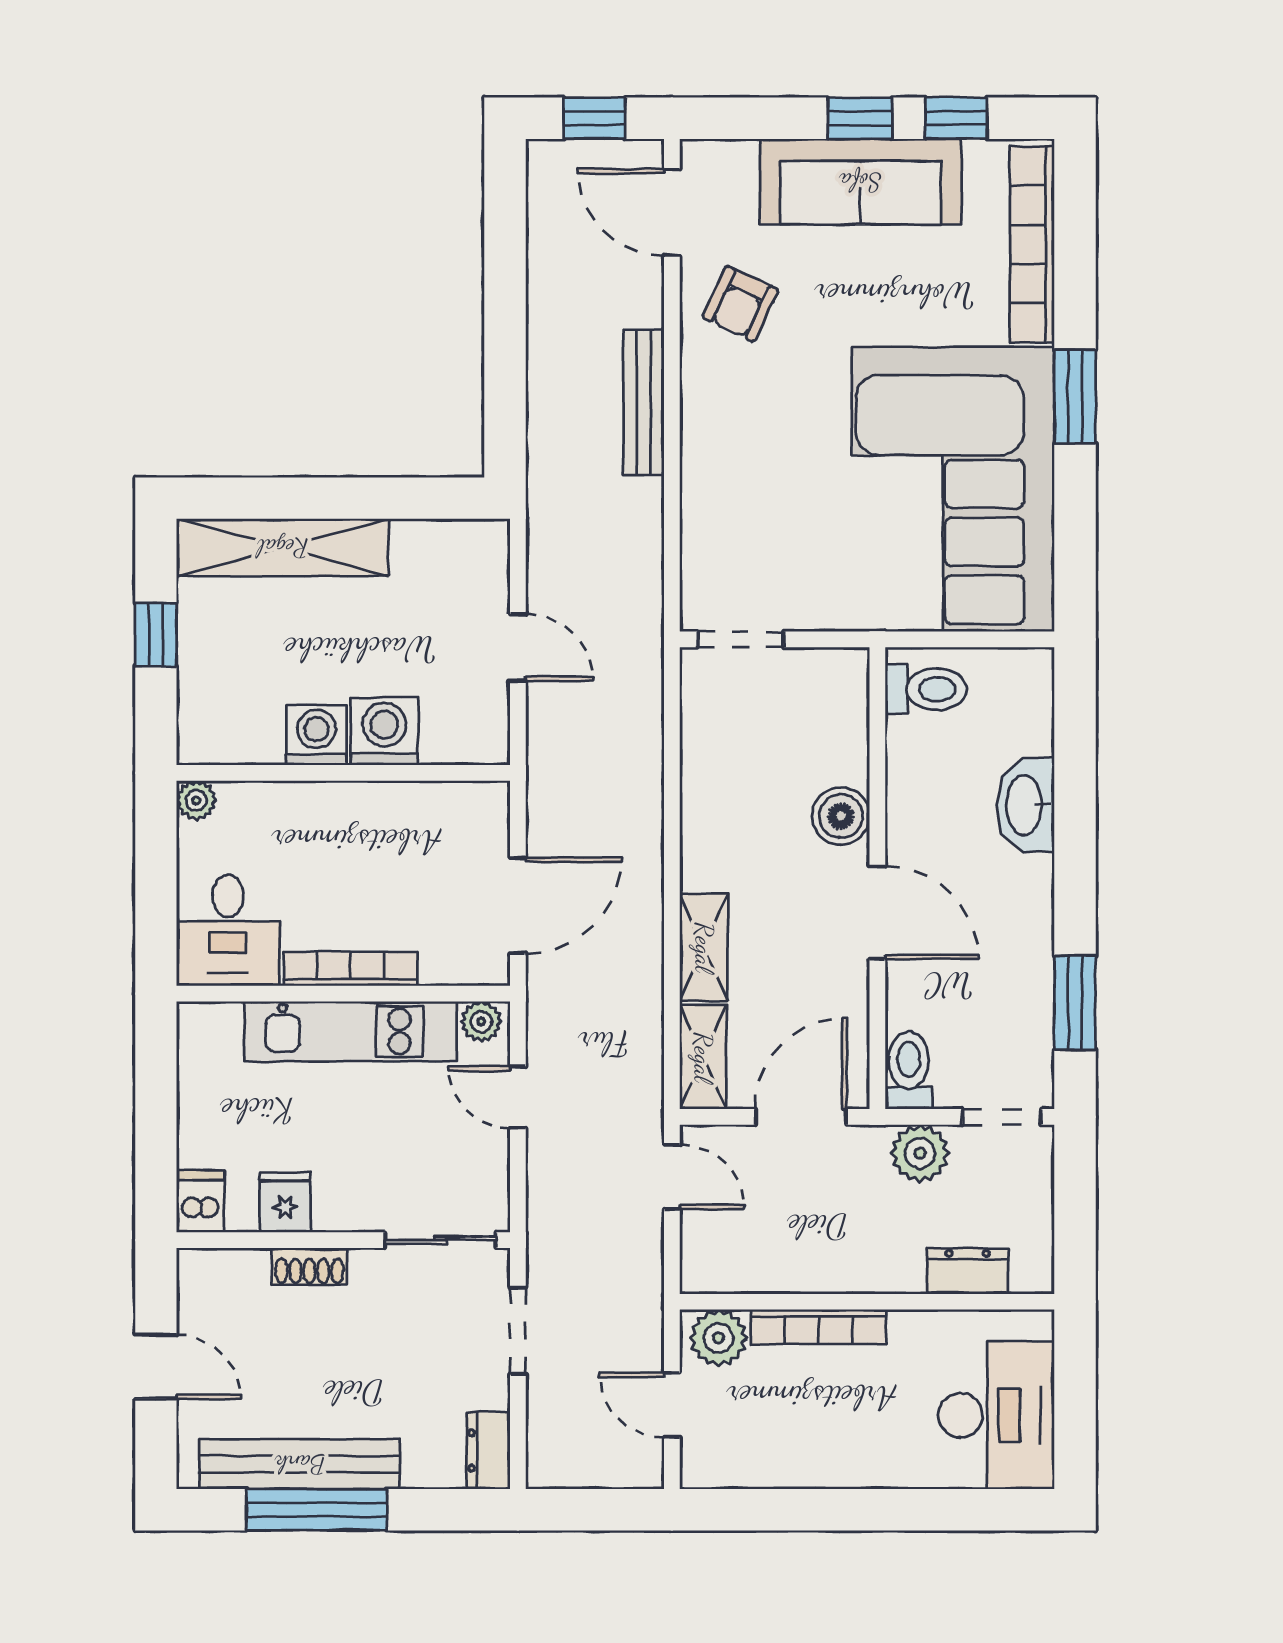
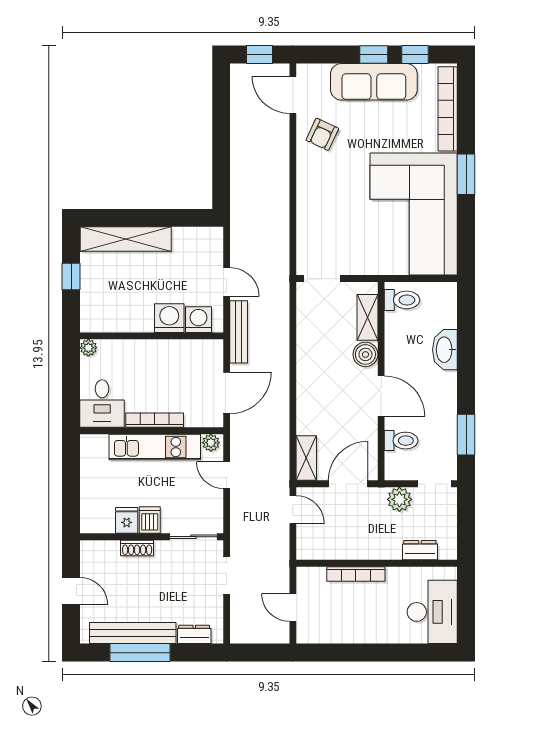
bench: (644, 402) -> (239, 332), moved
washing machine: (316, 735) -> (198, 320), moved
shelving: (704, 947) -> (367, 317), moved
toilet: (909, 1070) -> (401, 441), moved, turned 90
dishwasher: (201, 1201) -> (150, 520), moved
plant: (719, 1338) -> (313, 579), removed
dresser: (488, 1451) -> (194, 634), moved, turned 90

